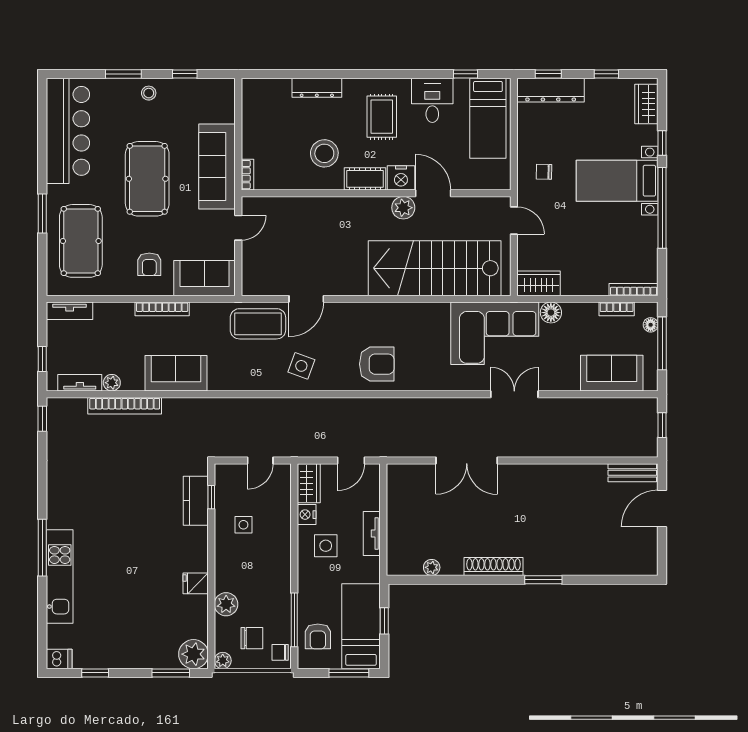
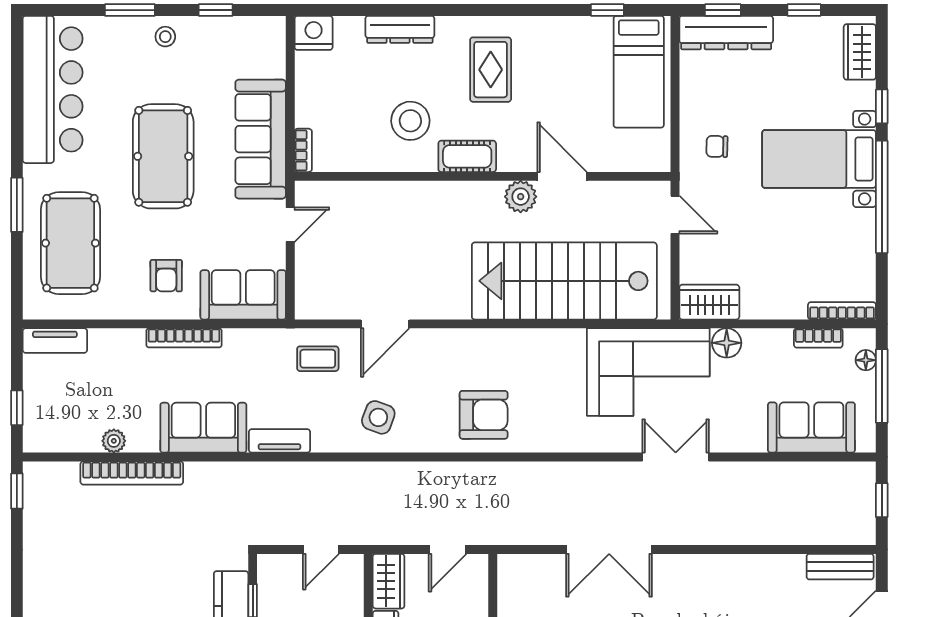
desk: (432, 100) -> (561, 47), removed
nightstand: (401, 178) -> (314, 33), moved, turned 180
coffee table: (258, 324) -> (318, 359), width x0.54, depth x0.58
tv unit: (80, 383) -> (279, 441), moved

